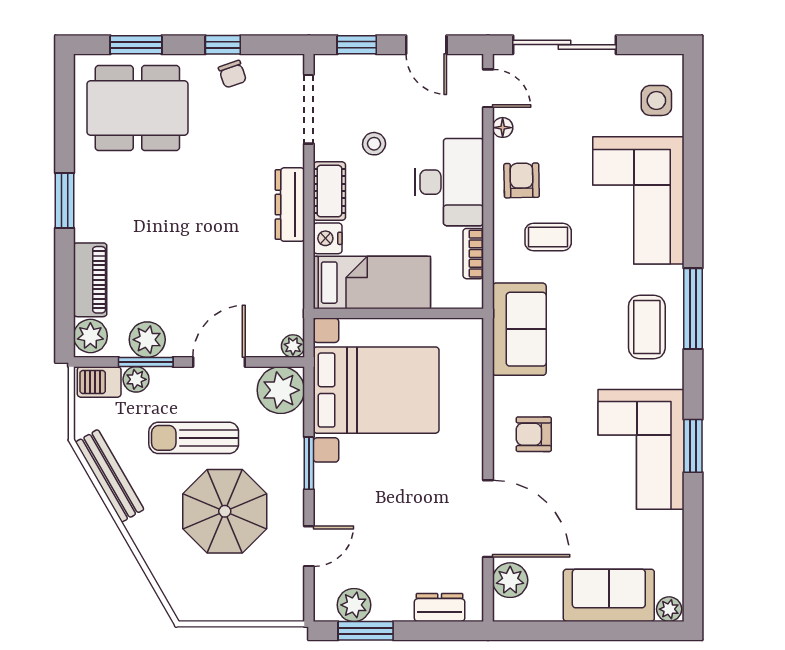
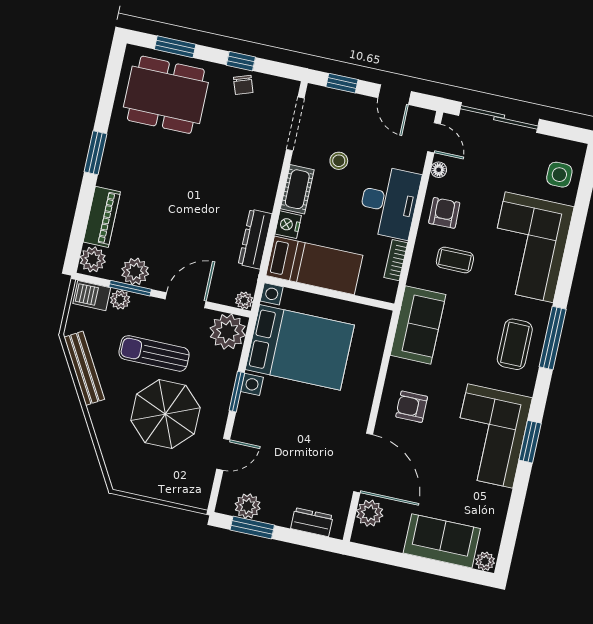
dresser: (290, 205) -> (255, 239), moved

